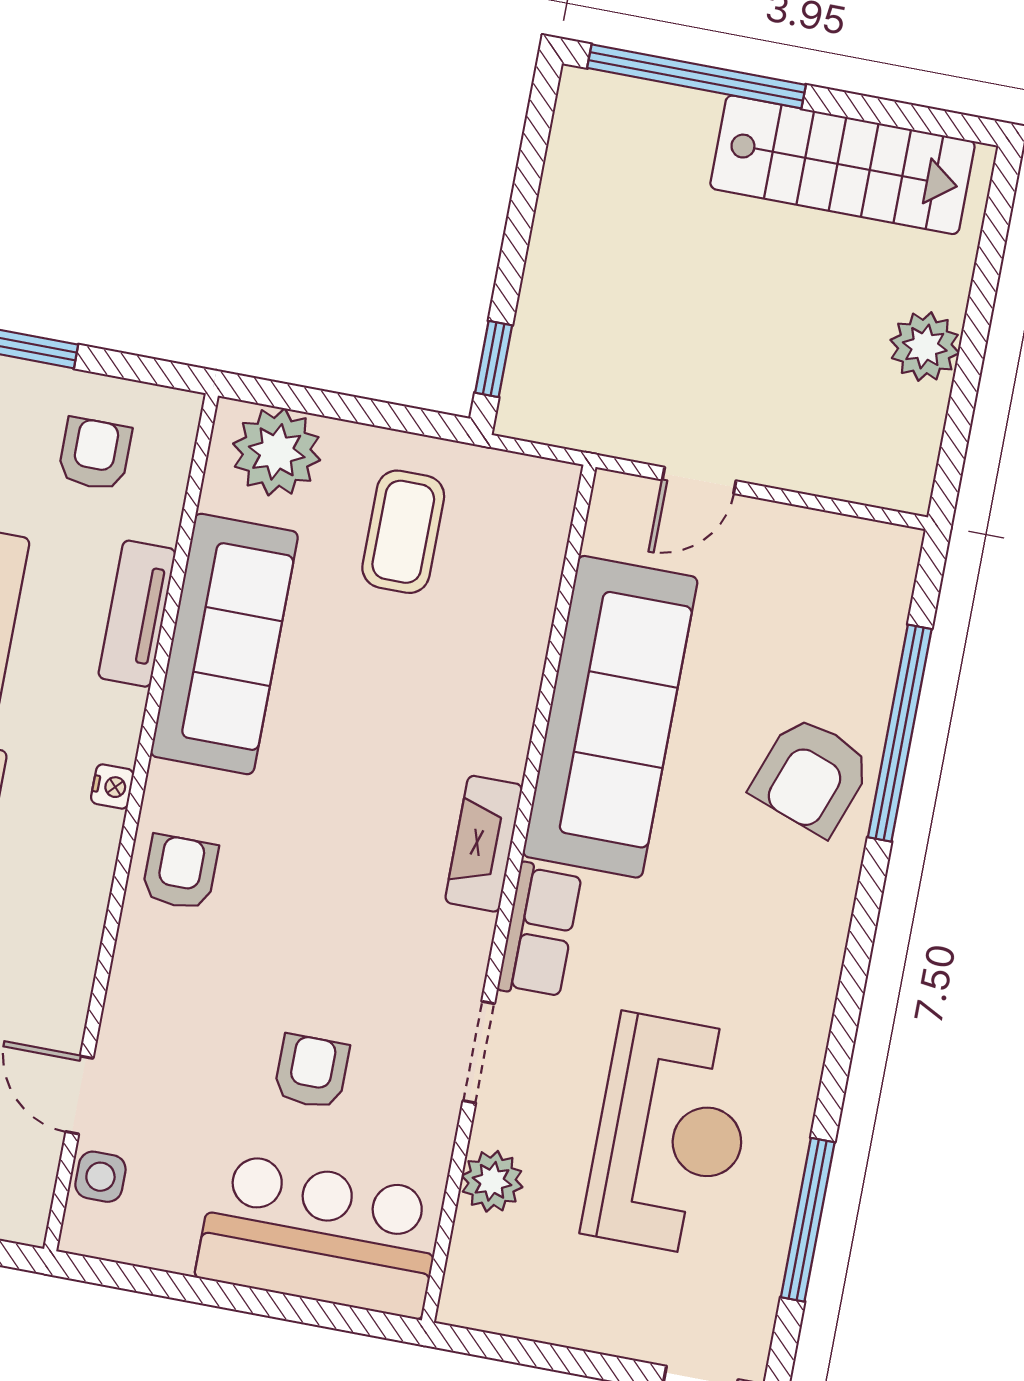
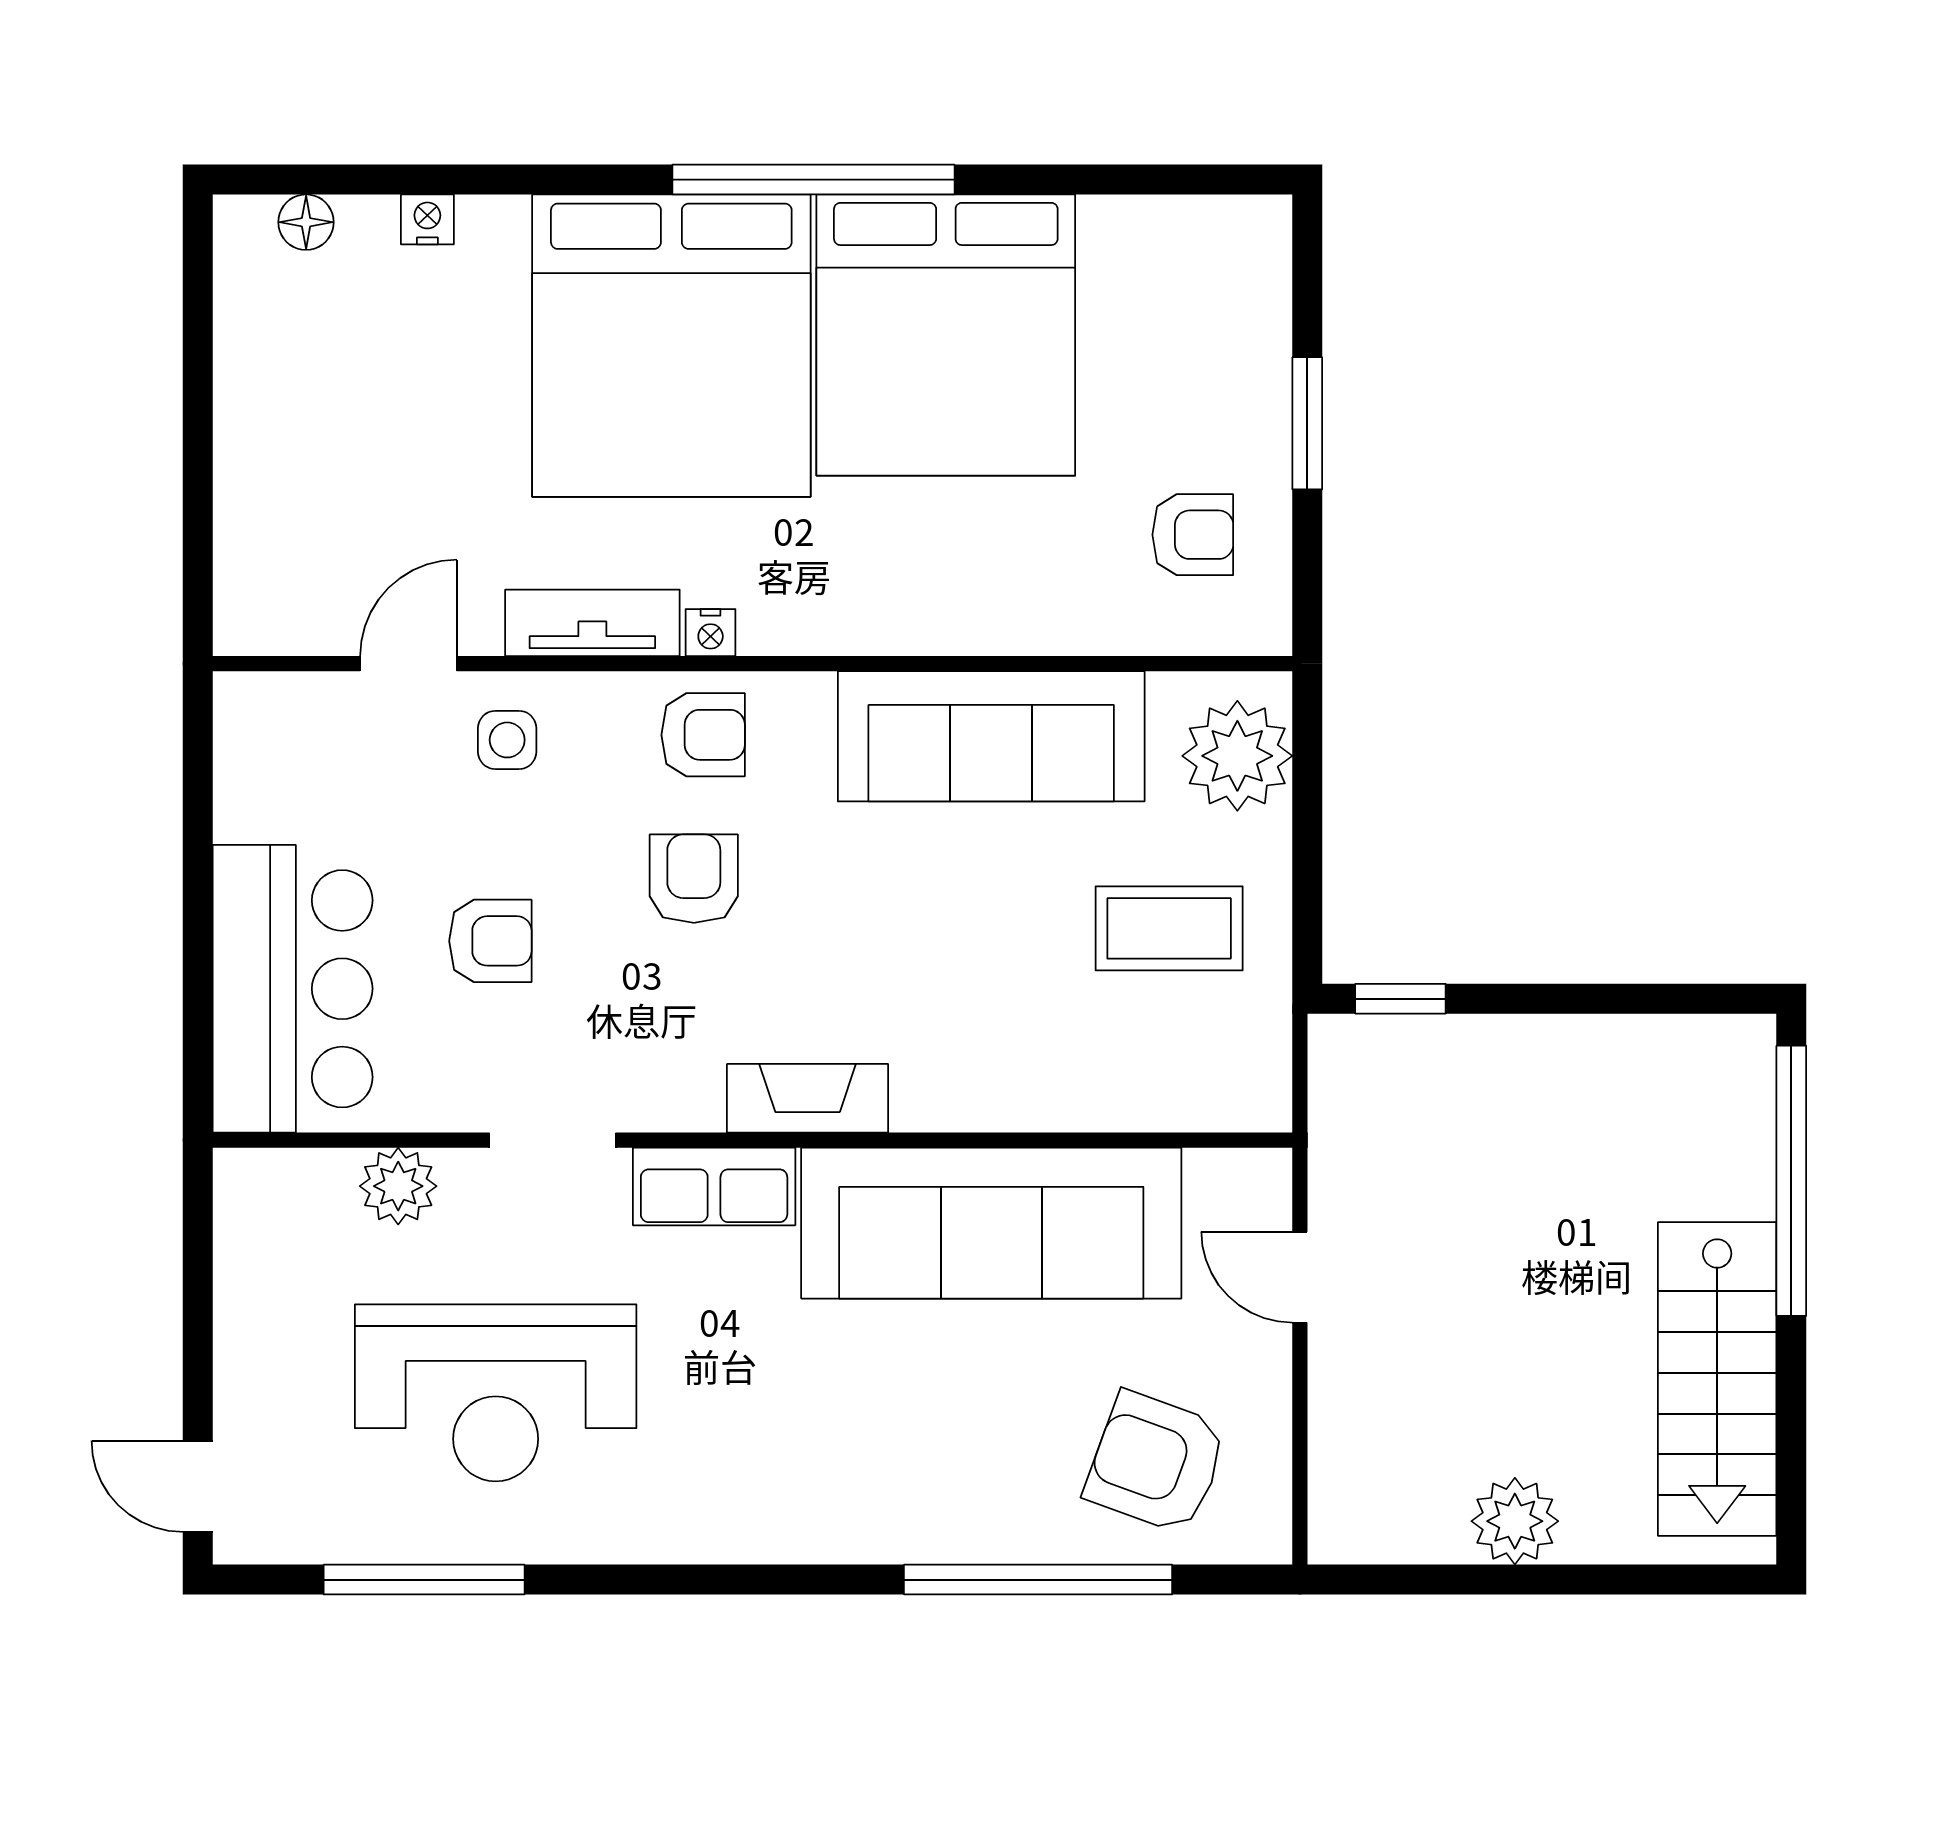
tv unit: (137, 614) -> (592, 623), moved
armchair: (811, 776) -> (1156, 1462), moved
nightstand: (112, 786) -> (711, 633), moved
armchair: (293, 901) -> (694, 879), added
side table: (100, 1177) -> (507, 740), moved

